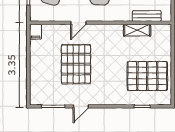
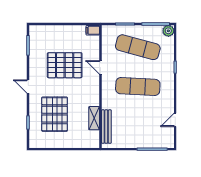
bench: (147, 16) -> (106, 127), width x1.36
pallet: (147, 76) -> (55, 114), moved
door: (81, 106) -> (28, 87), moved

